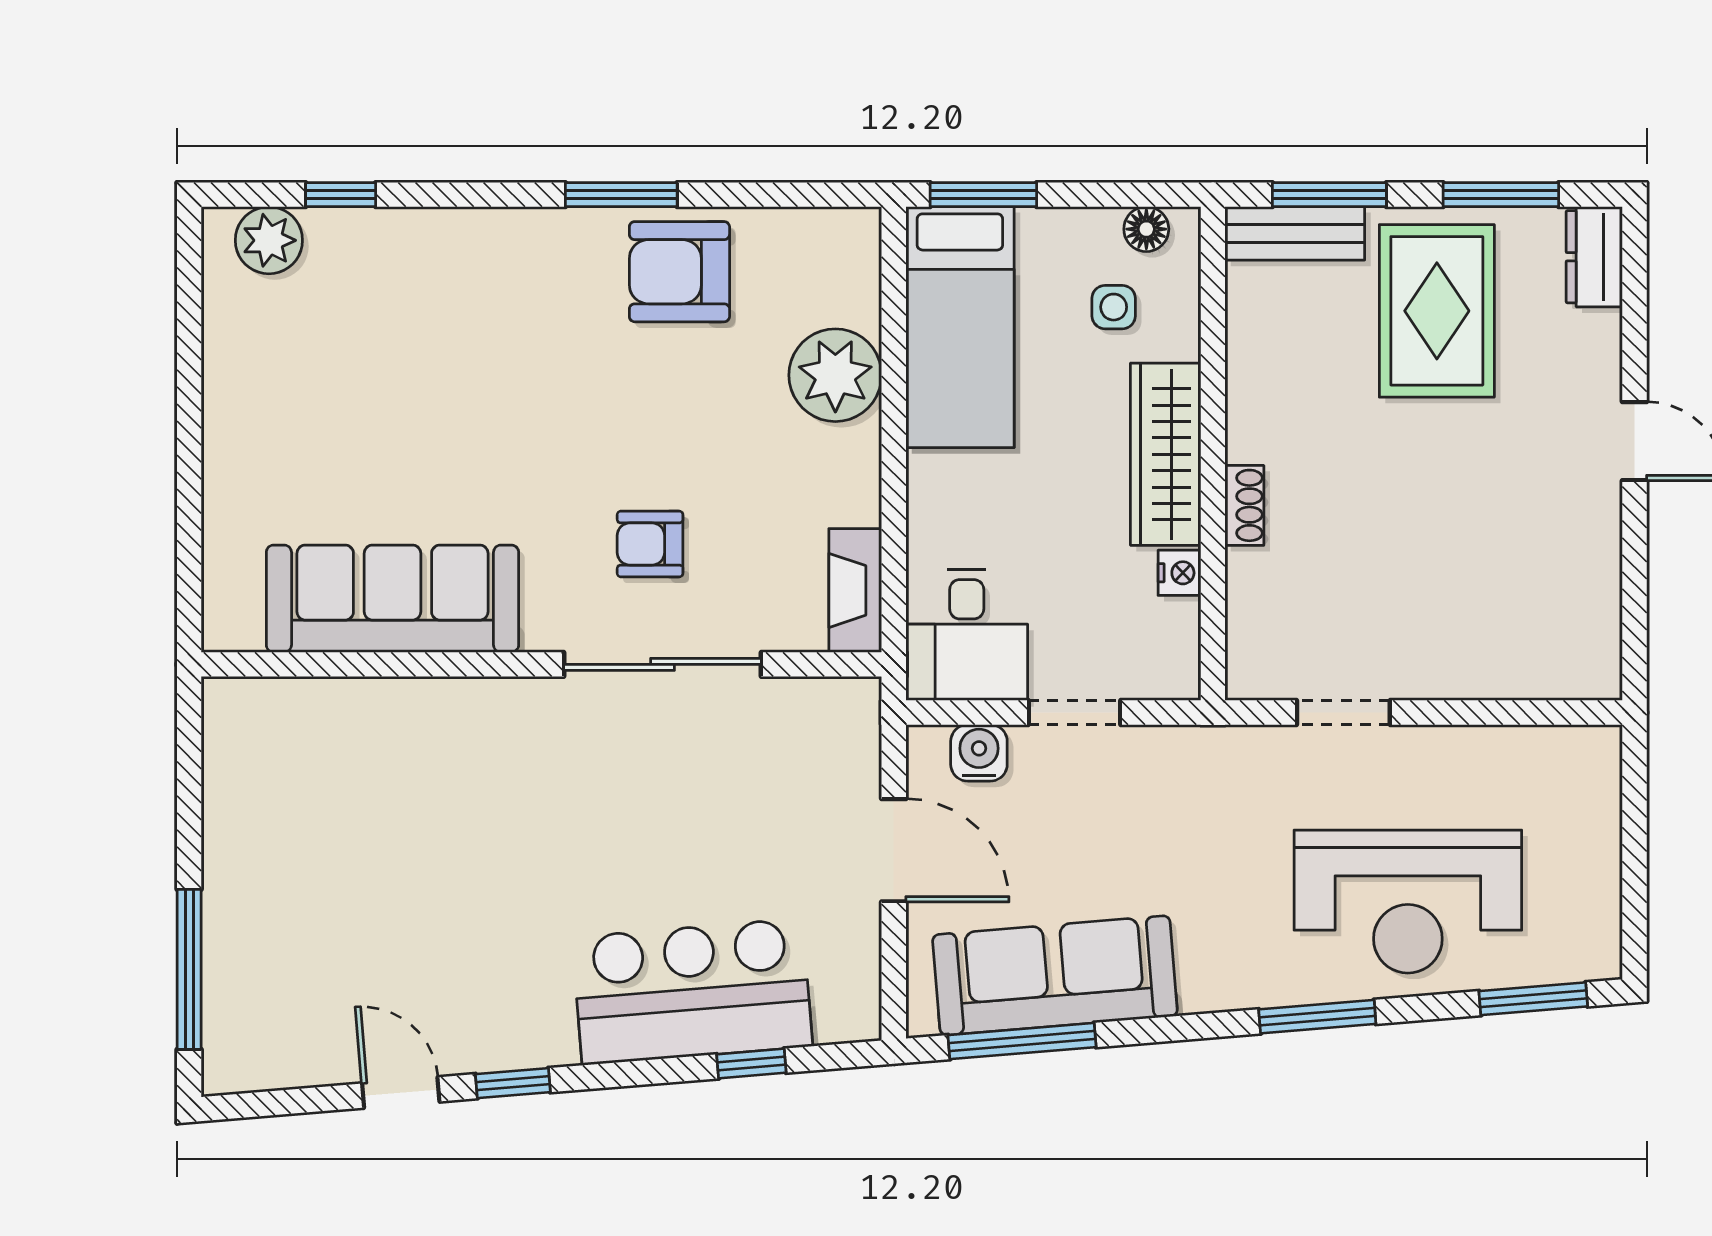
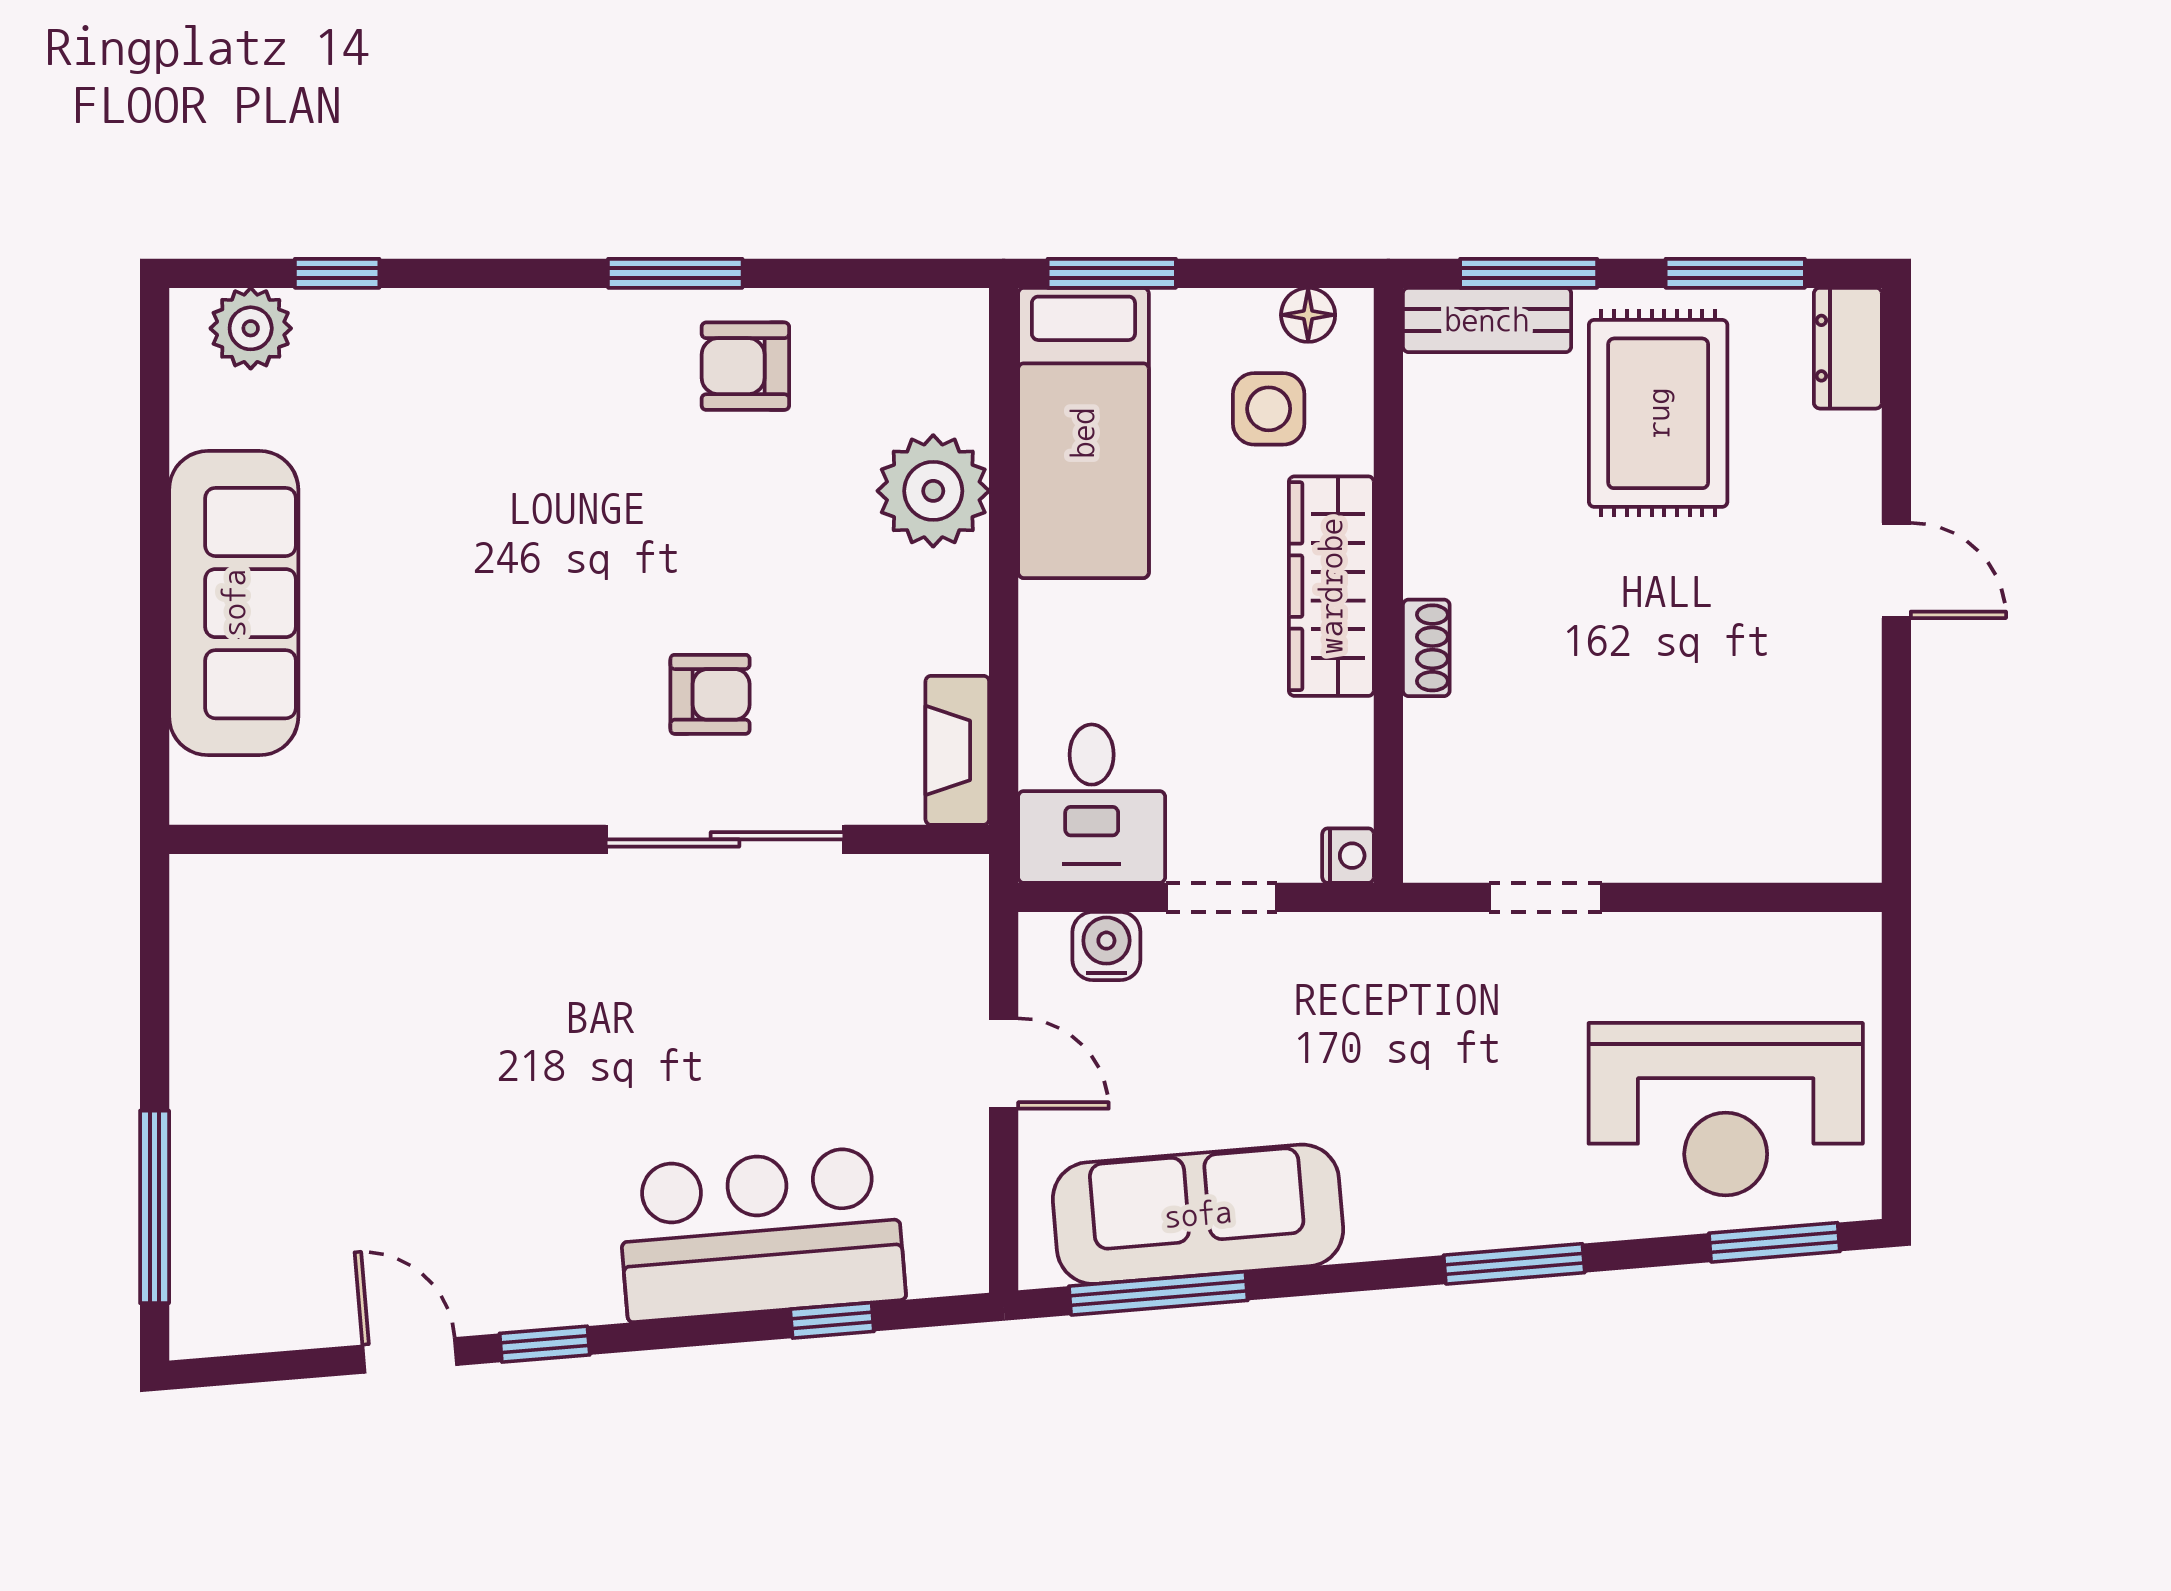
armchair: (679, 272) -> (745, 366), width x0.72, depth x0.72
side table: (1114, 307) -> (1269, 409), width x1.37, depth x1.37
armchair: (650, 544) -> (710, 694), turned 180
nightstand: (1179, 573) -> (1348, 856), moved
sofa: (392, 599) -> (234, 603), moved, turned 90
door: (894, 850) -> (1004, 1063), width x0.73
reception desk: (1408, 902) -> (1726, 1109), moved

